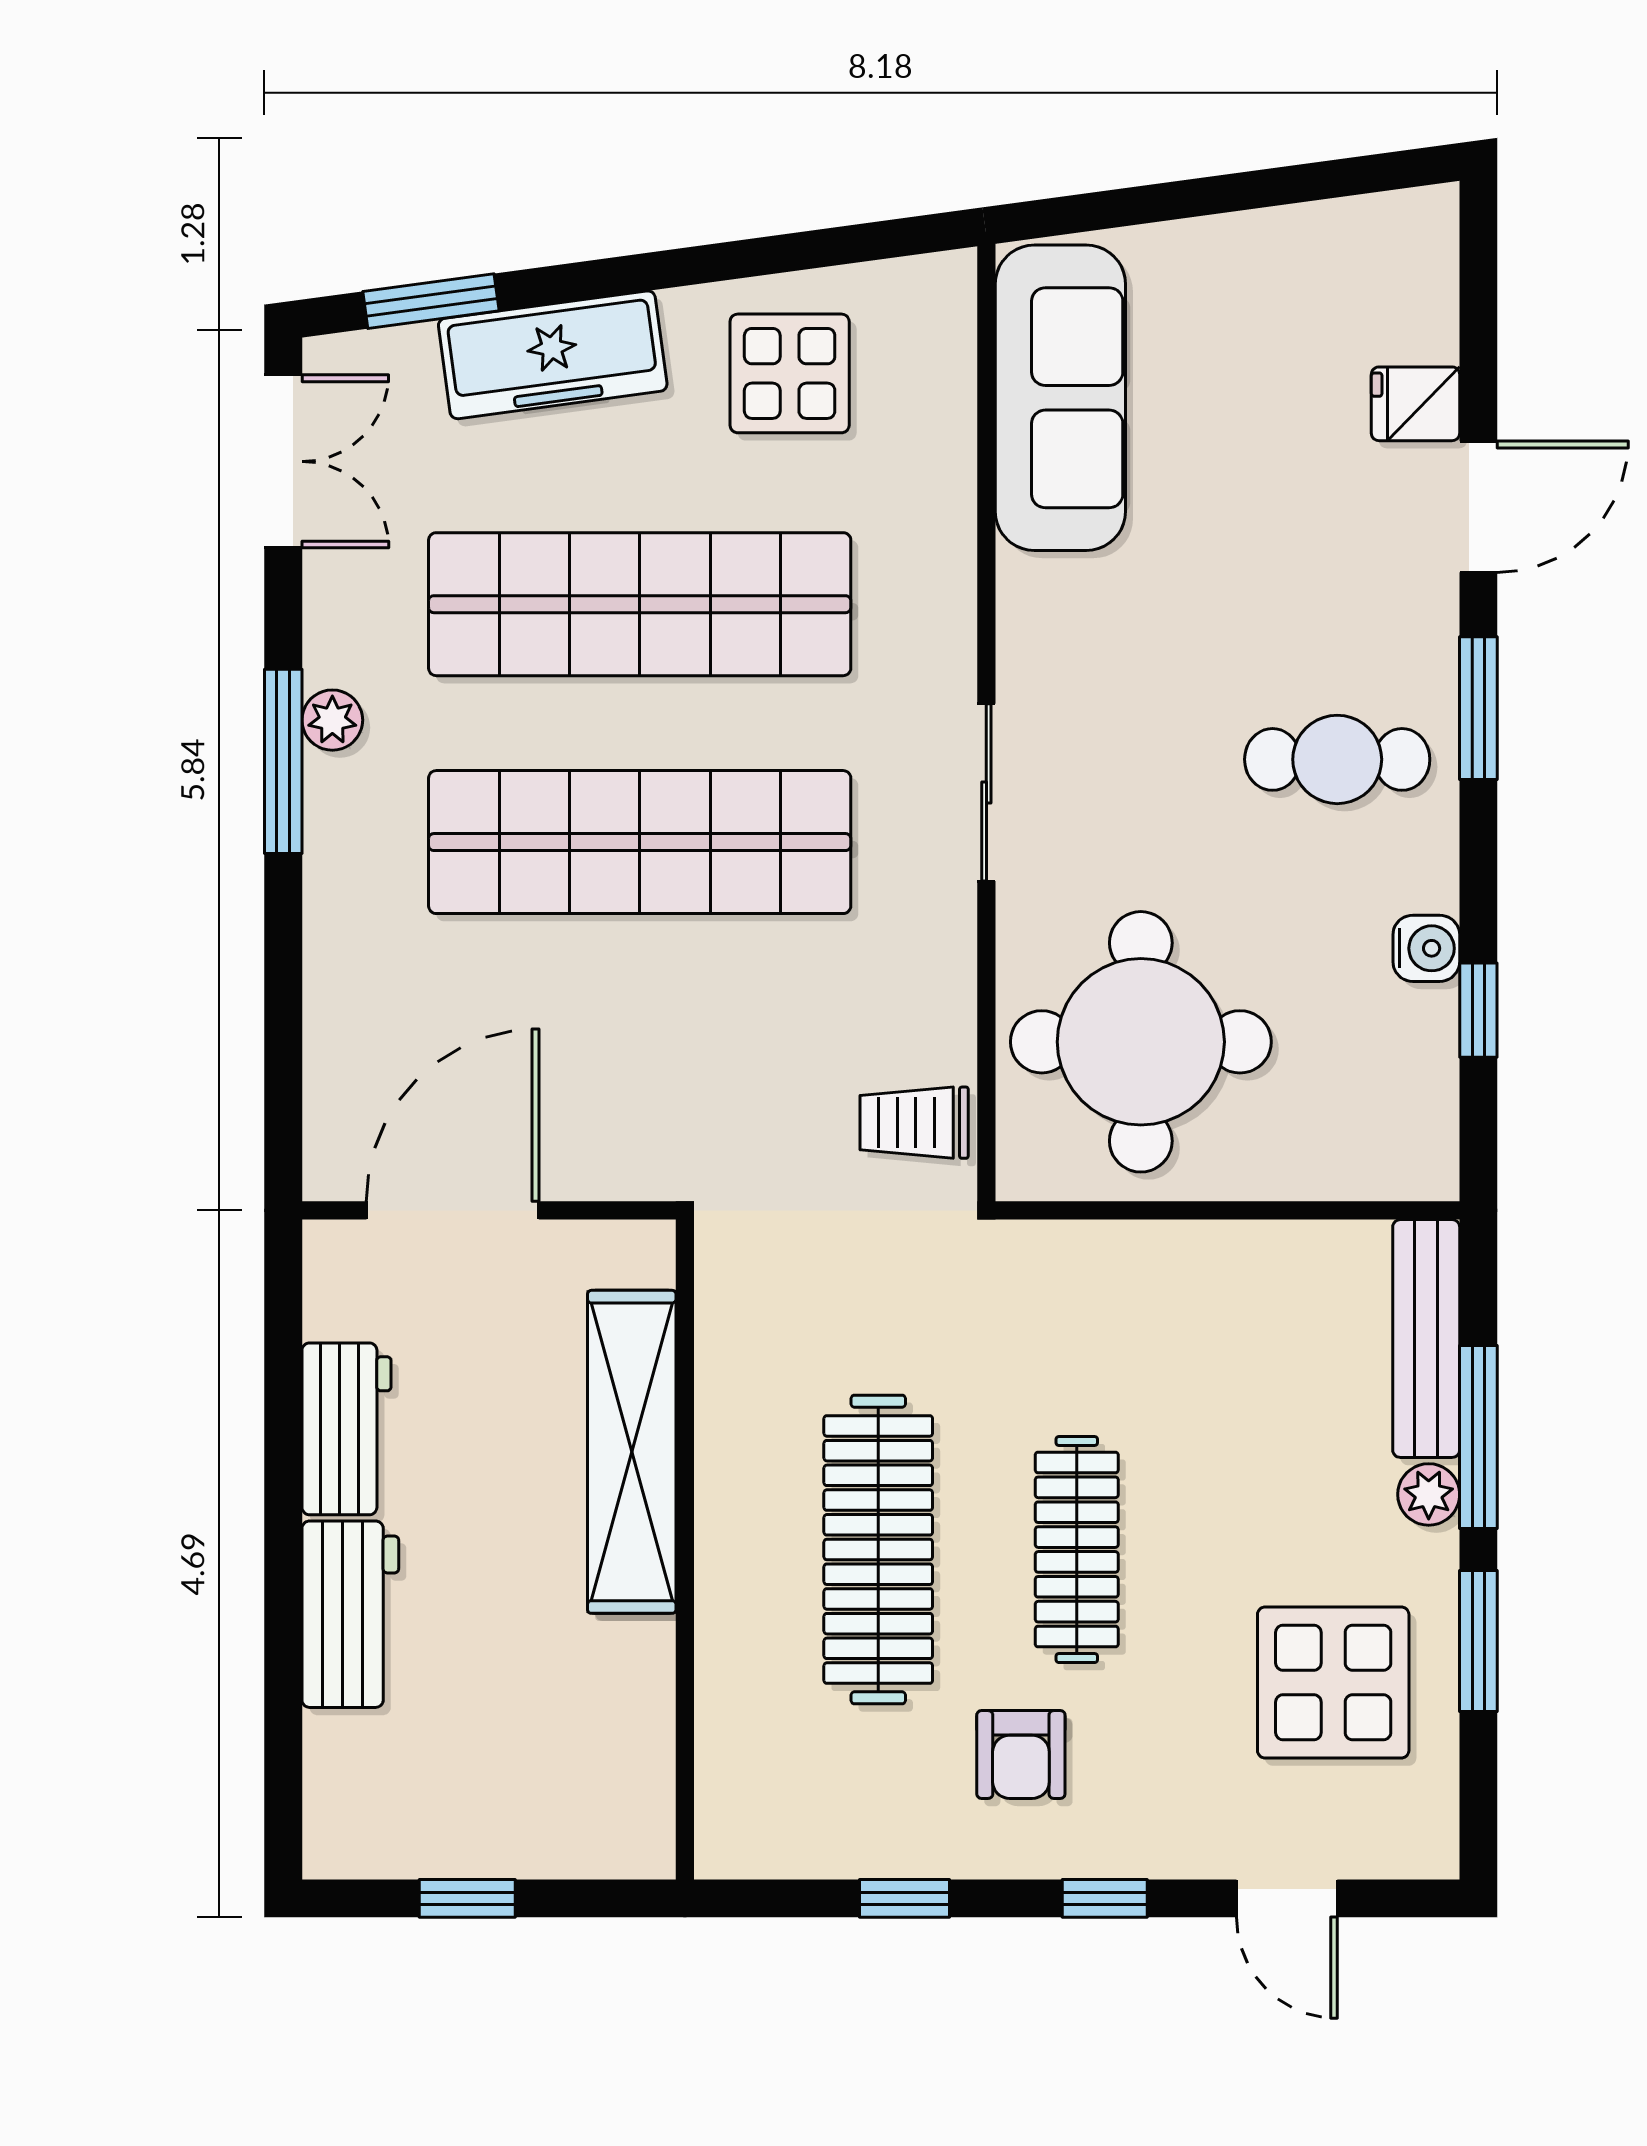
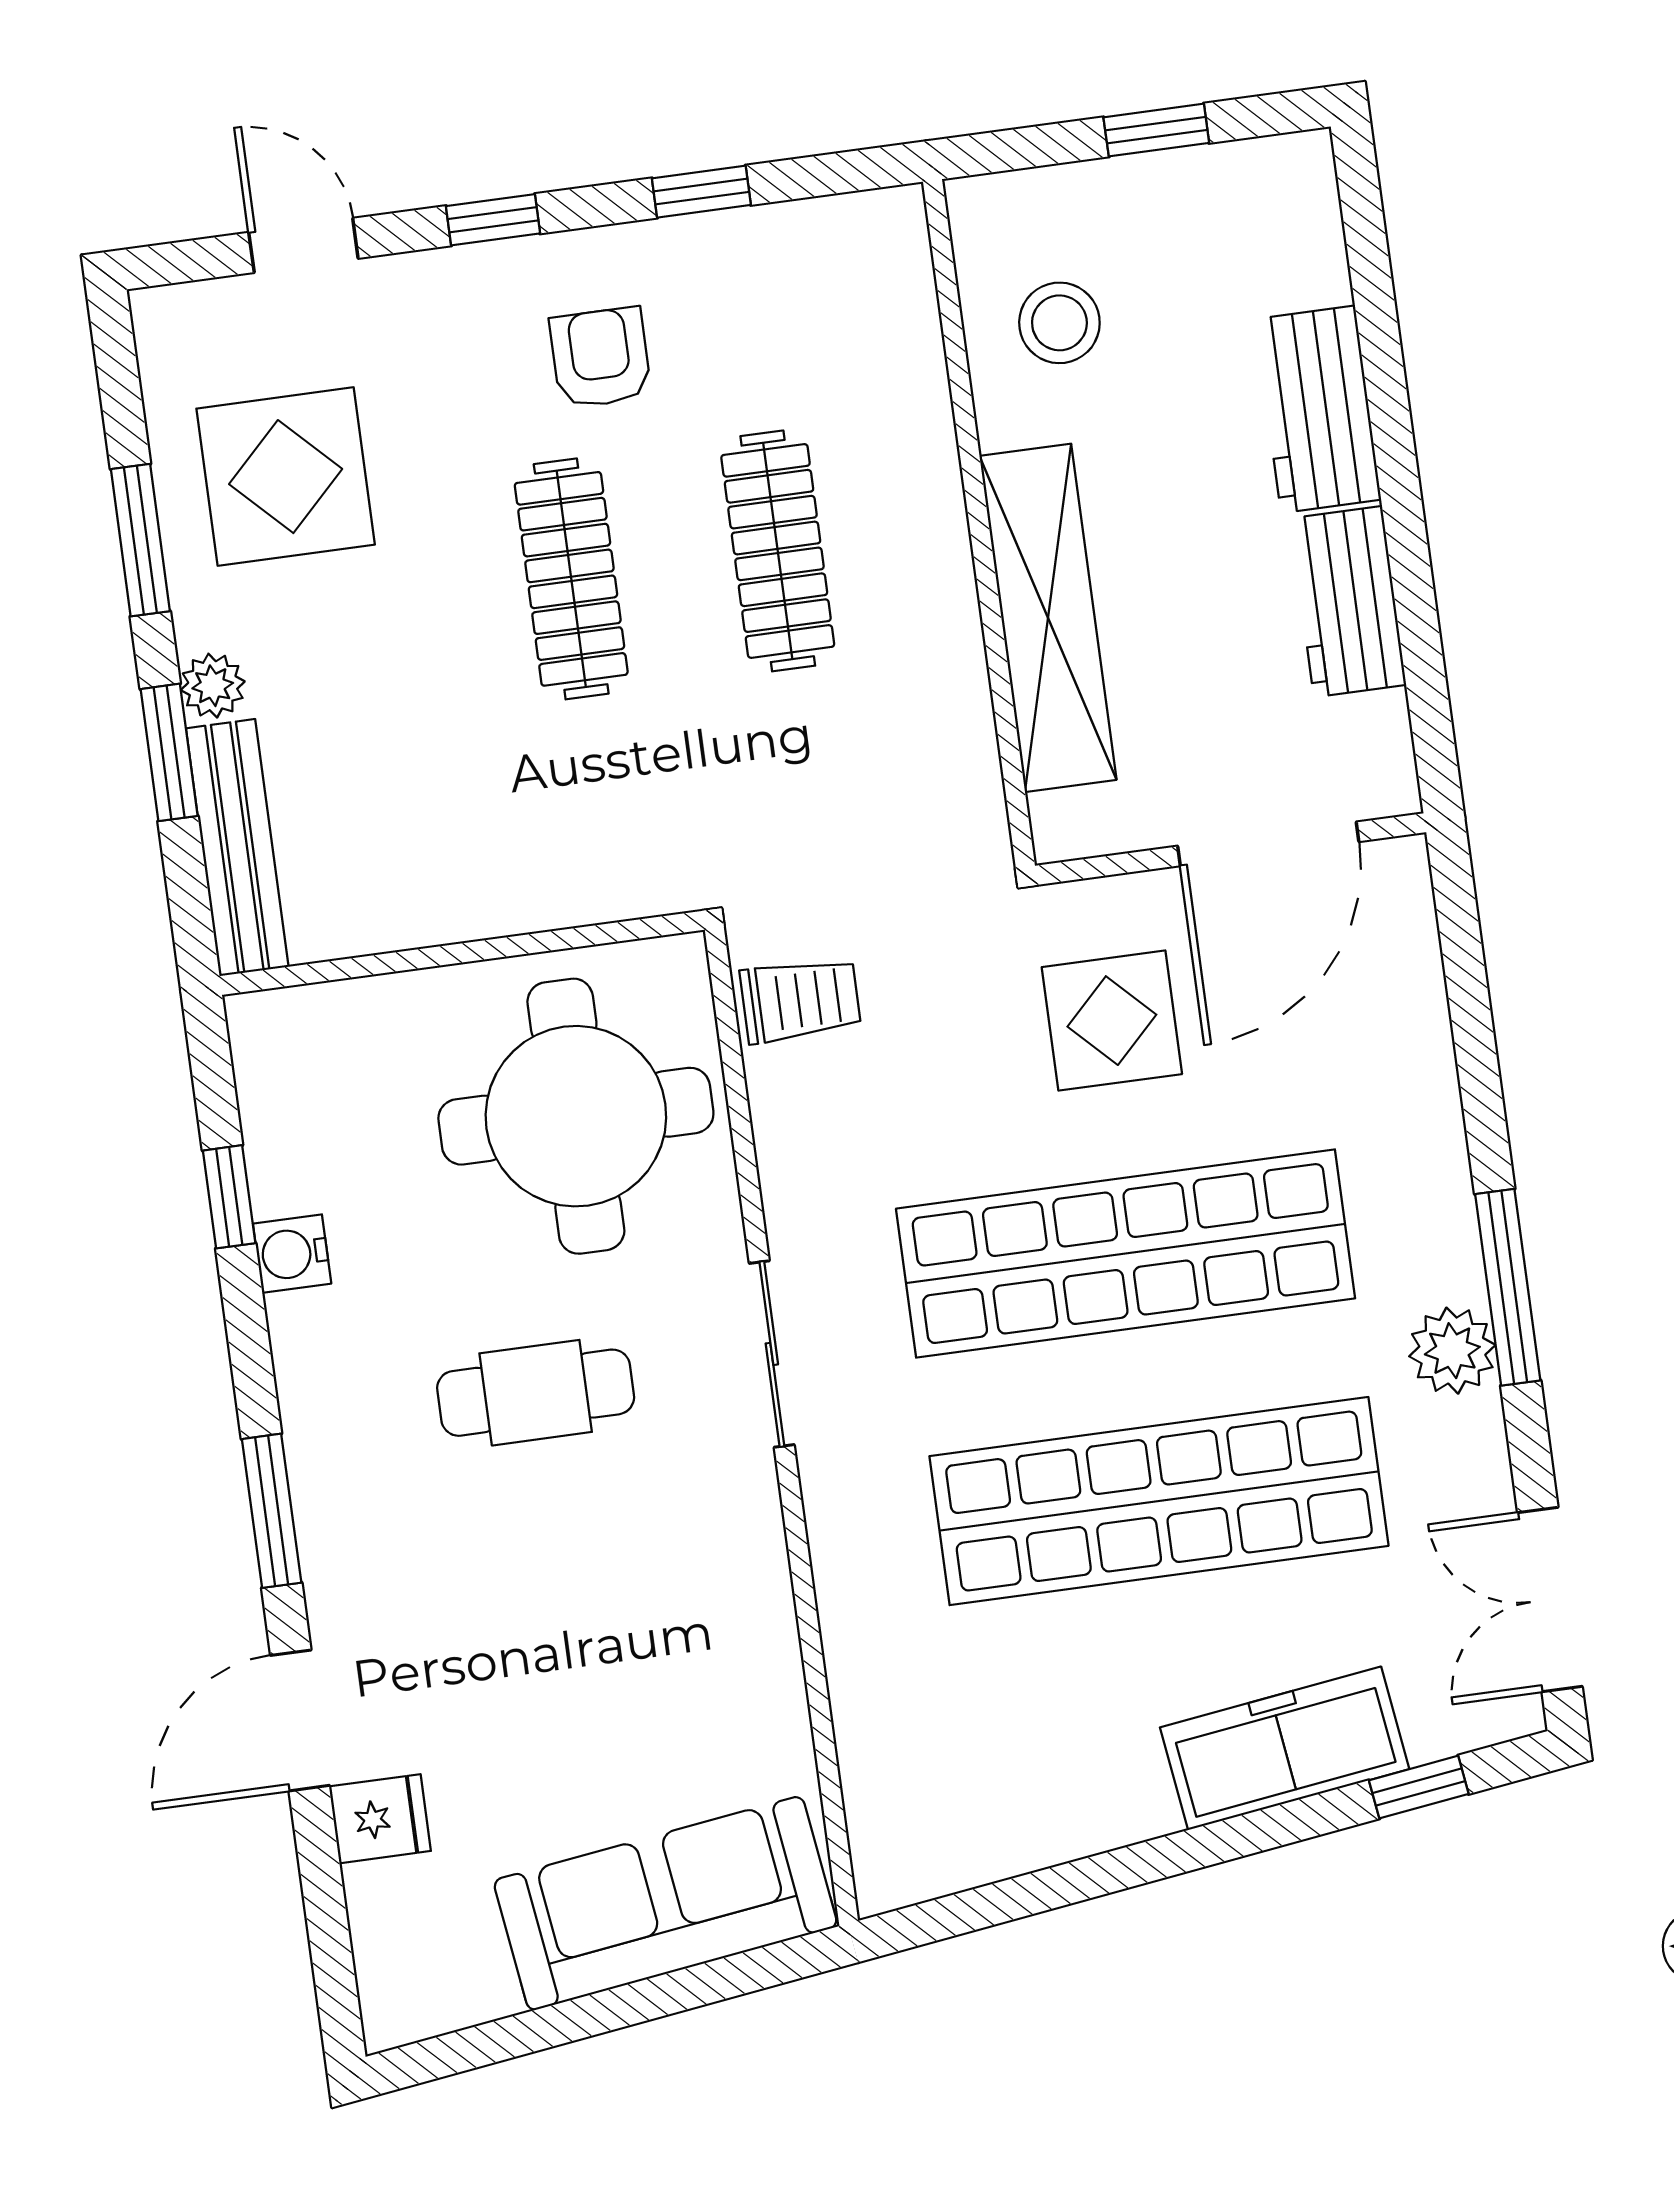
window: (431, 301) -> (1419, 1787), width x0.67
display table: (790, 373) -> (1112, 1021), moved
sofa: (1060, 398) -> (666, 1903), moved, turned 82
plant: (332, 720) -> (1452, 1351), width x1.38, depth x1.38
cafe table: (1337, 759) -> (536, 1393), moved
window: (1478, 1437) -> (169, 752), width x0.69
clothes rail: (878, 1550) -> (778, 551), width x0.73, depth x0.76
stool: (583, 1729) -> (1059, 323), added

